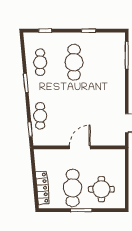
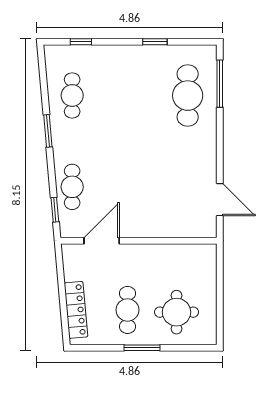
cafe table: (74, 62) -> (188, 96), moved
door: (80, 147) -> (102, 241), moved
cafe table: (73, 188) -> (127, 310), width x0.73, depth x0.74

